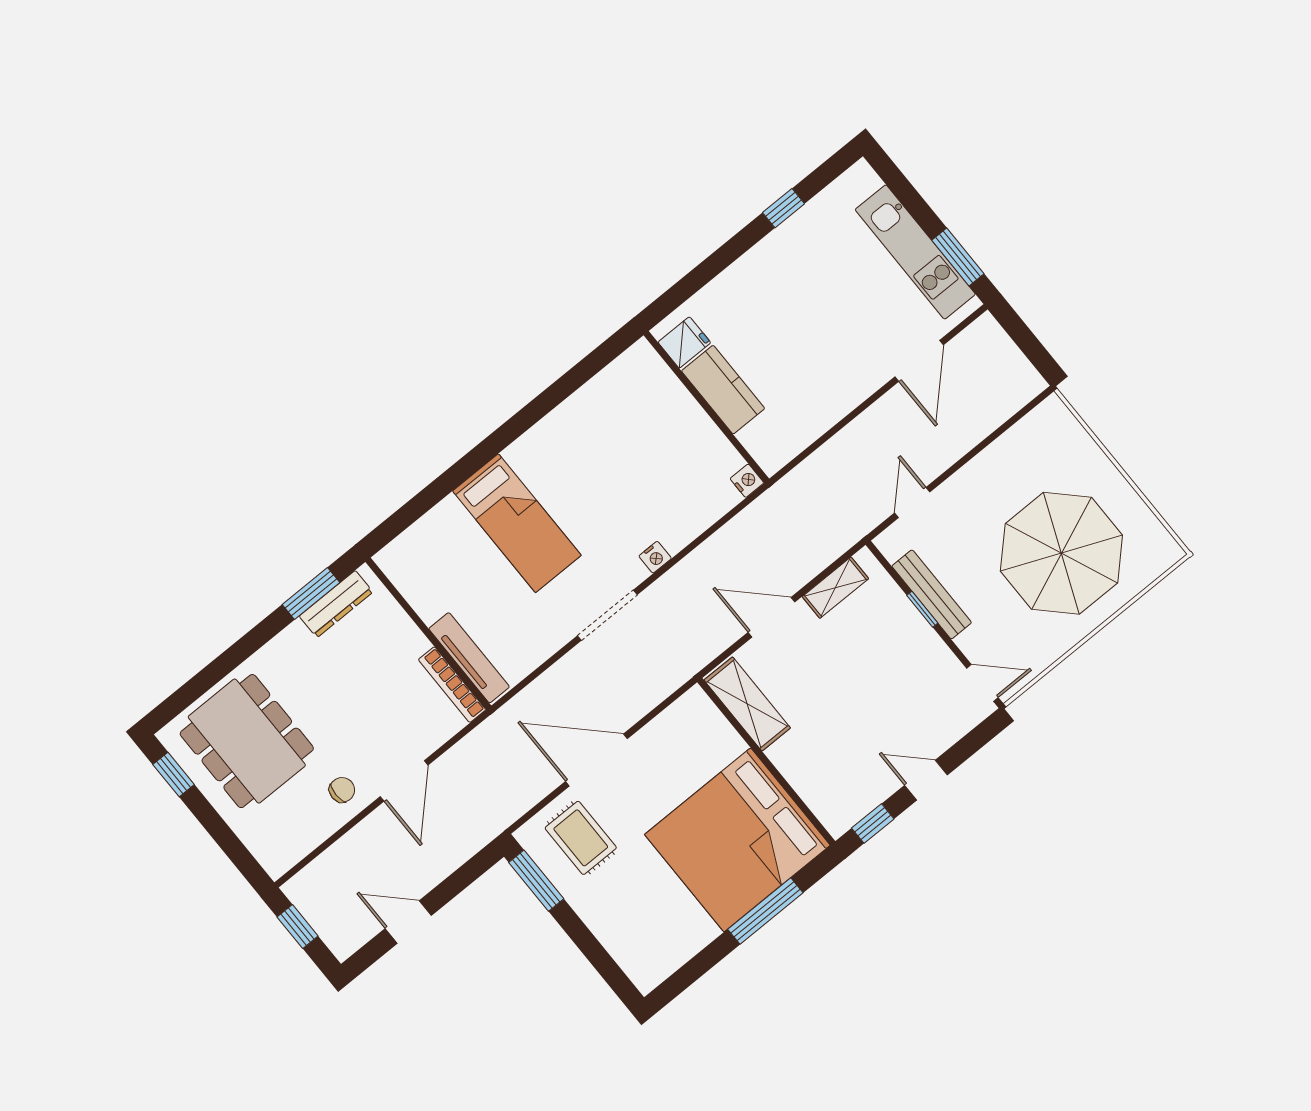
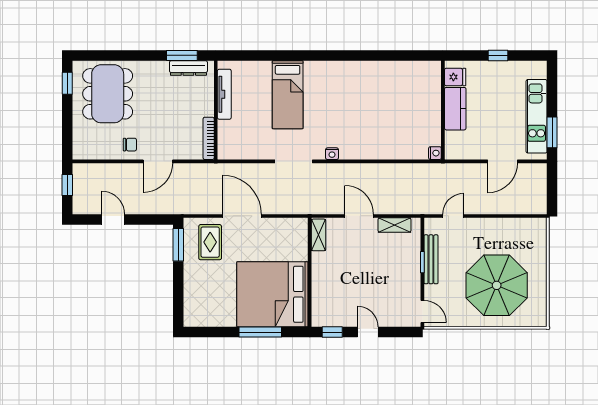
fridge: (684, 342) -> (455, 77), moved
kitchen counter: (723, 390) -> (455, 109), moved
wall: (706, 407) -> (443, 110), moved
nightstand: (747, 481) -> (435, 153), moved
tv unit: (469, 658) -> (224, 94), moved
shelving: (747, 704) -> (319, 235), width x0.67, depth x0.75

